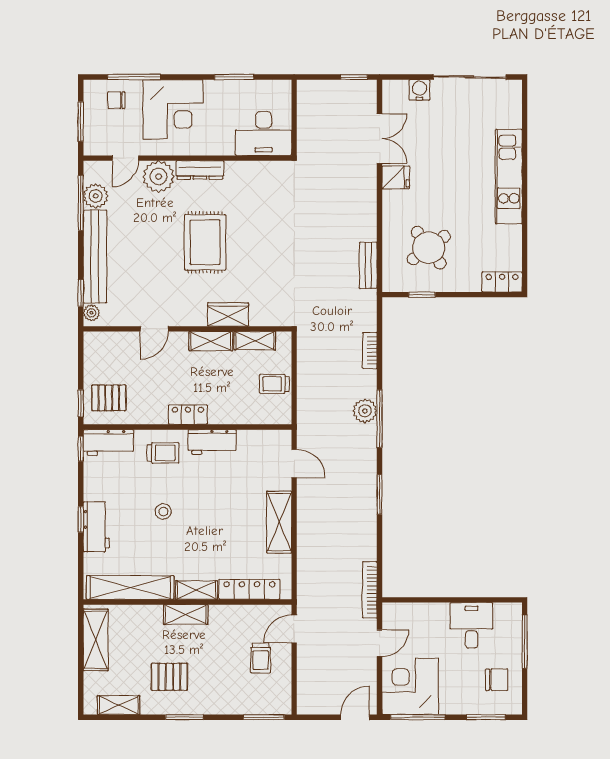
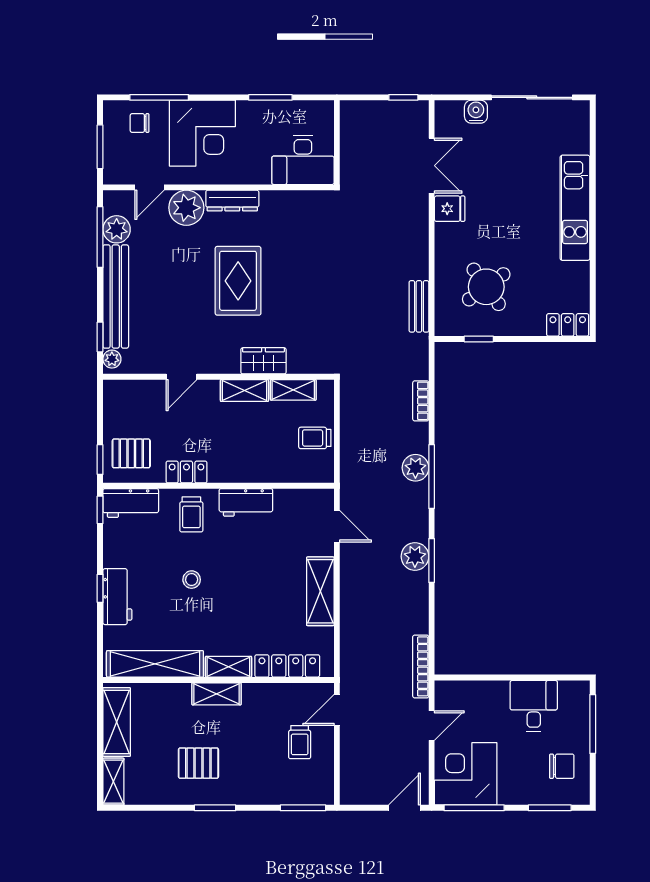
locker: (188, 415) -> (186, 472), moved
trolley: (163, 453) -> (191, 514), turned 90
plant: (364, 491) -> (415, 556), added
shelving: (119, 705) -> (113, 782), moved, turned 90

